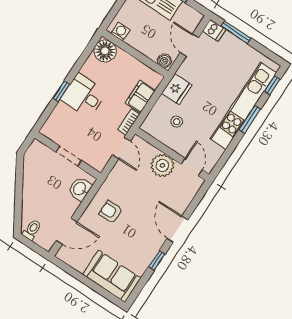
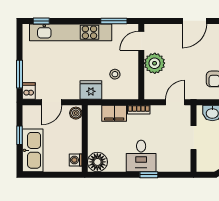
window: (250, 119) -> (114, 21), moved
door: (122, 148) -> (175, 102), moved

